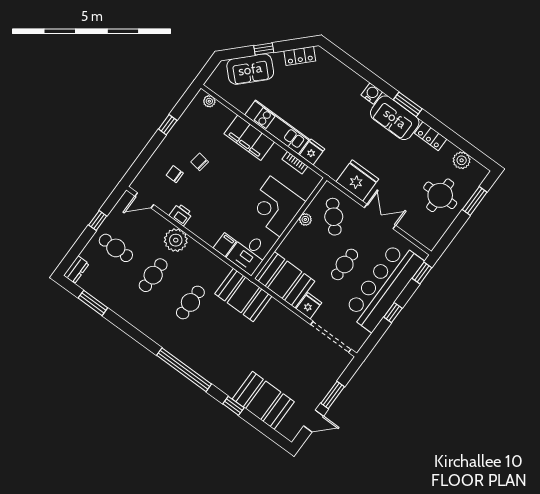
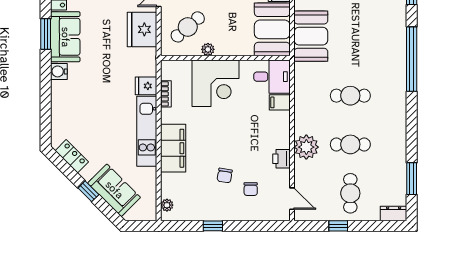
booth: (243, 295) -> (311, 36), moved

